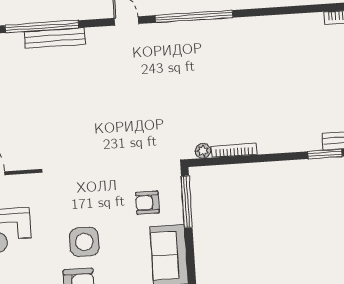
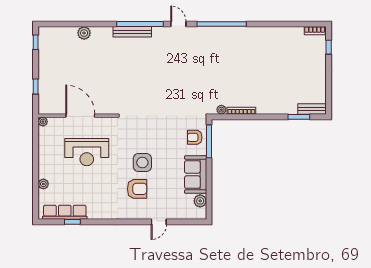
window: (42, 27) -> (140, 24), moved
armchair: (147, 203) -> (195, 137), moved

